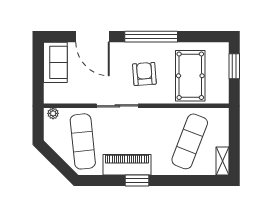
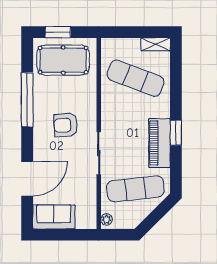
window: (151, 37) -> (27, 100), moved
pool table: (190, 76) -> (63, 60), moved

